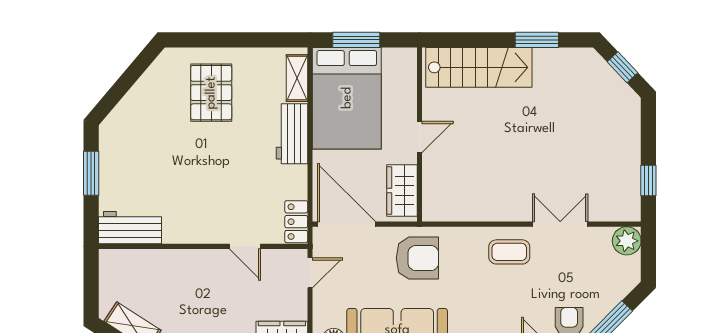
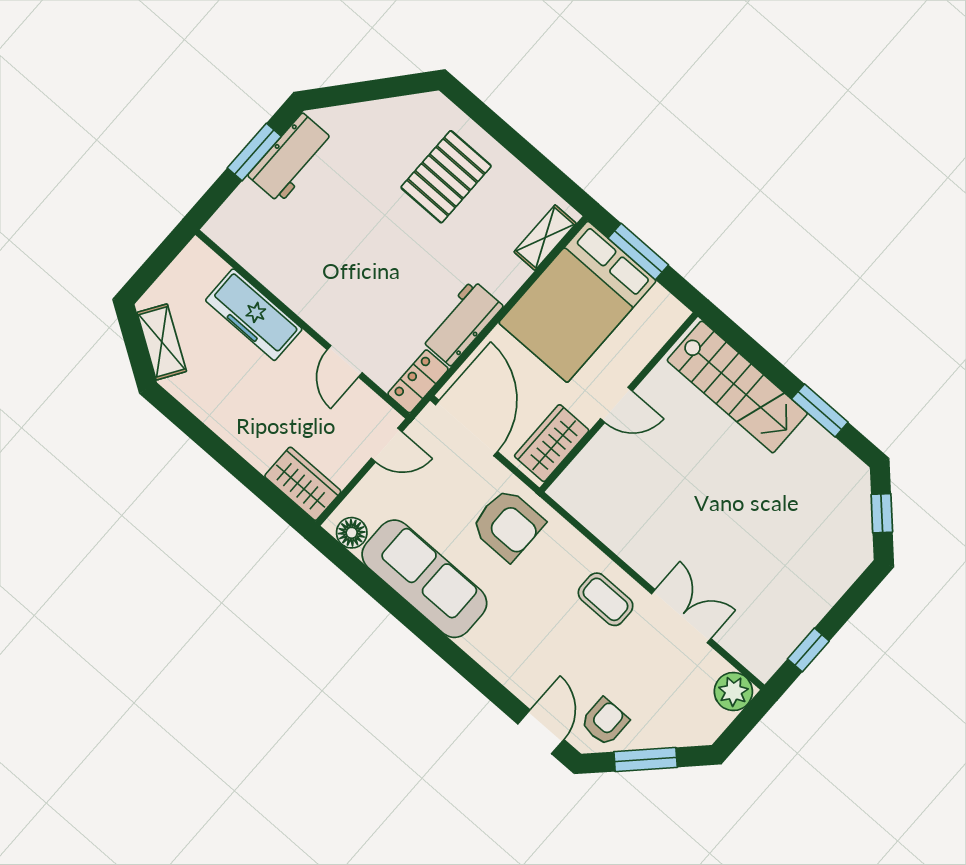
workbench: (292, 134) -> (462, 323), moved
workbench: (130, 228) -> (291, 158), moved, turned 90
freezer: (171, 265) -> (254, 315), added

